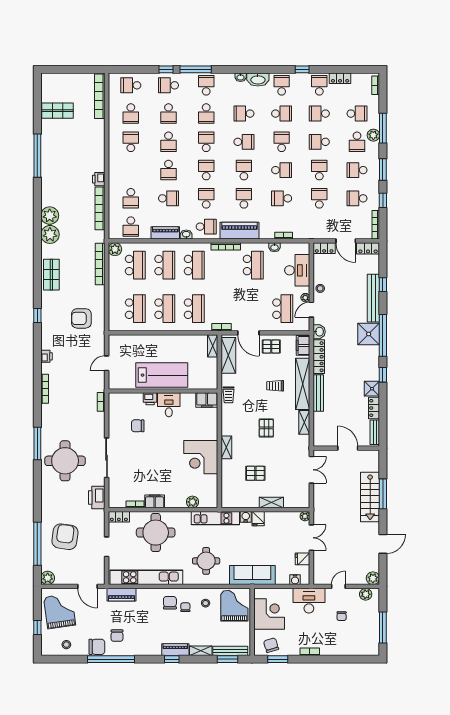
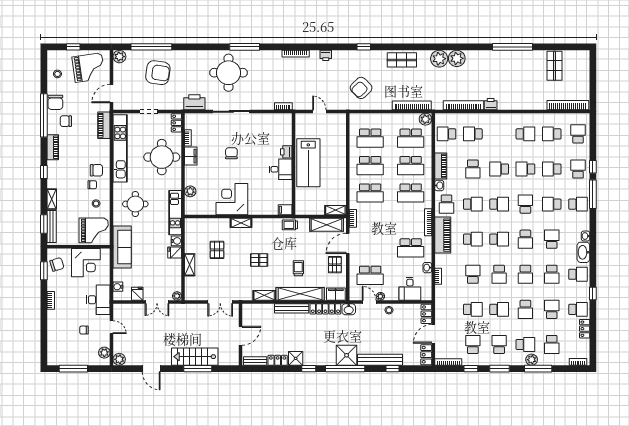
school desk: (206, 142) -> (525, 204), turned -90
school desk: (282, 142) -> (525, 274), turned 90
school desk: (319, 142) -> (525, 309), turned 180
school desk: (357, 142) -> (525, 344), turned 180
desk: (297, 270) -> (410, 289), width x0.73
armchair: (81, 318) -> (361, 88), turned -134
filing cabinet: (207, 400) -> (285, 210), width x0.50
chair: (138, 426) -> (231, 153), moved
piano: (175, 650) -> (53, 147), moved

